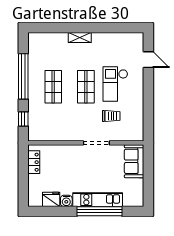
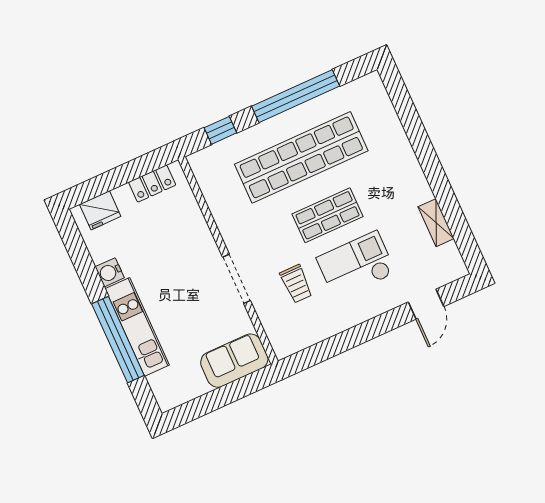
shelving: (80, 38) -> (436, 223), moved
shop shelf: (53, 87) -> (301, 157), width x2.00, depth x1.36
fridge: (51, 199) -> (100, 210), moved, turned 90

